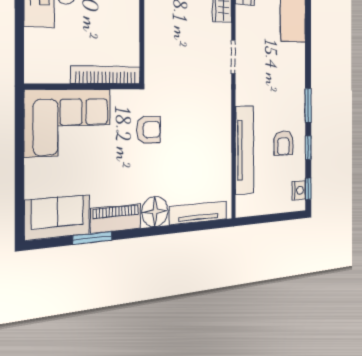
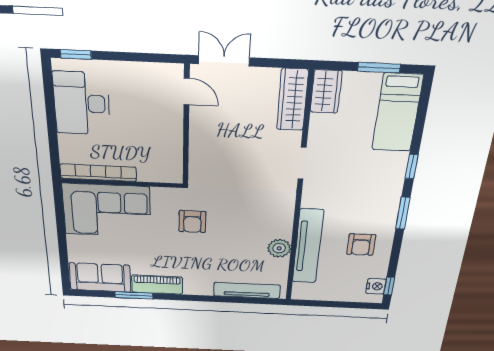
bookcase: (106, 75) -> (98, 173), moved
armchair: (148, 130) -> (192, 222), turned 90
window: (308, 148) -> (412, 166), moved
plant: (222, 155) -> (279, 248), added
floor lamp: (155, 211) -> (198, 284), removed

